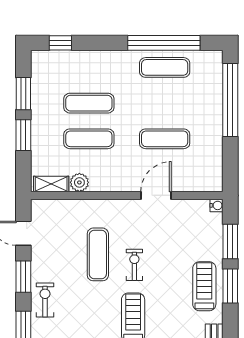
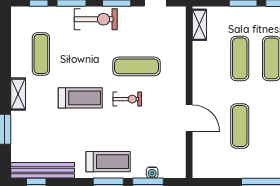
plant: (79, 182) -> (201, 50), removed
water cooler: (217, 205) -> (152, 172), moved
exercise bike: (45, 300) -> (96, 19), width x1.38, depth x1.39

